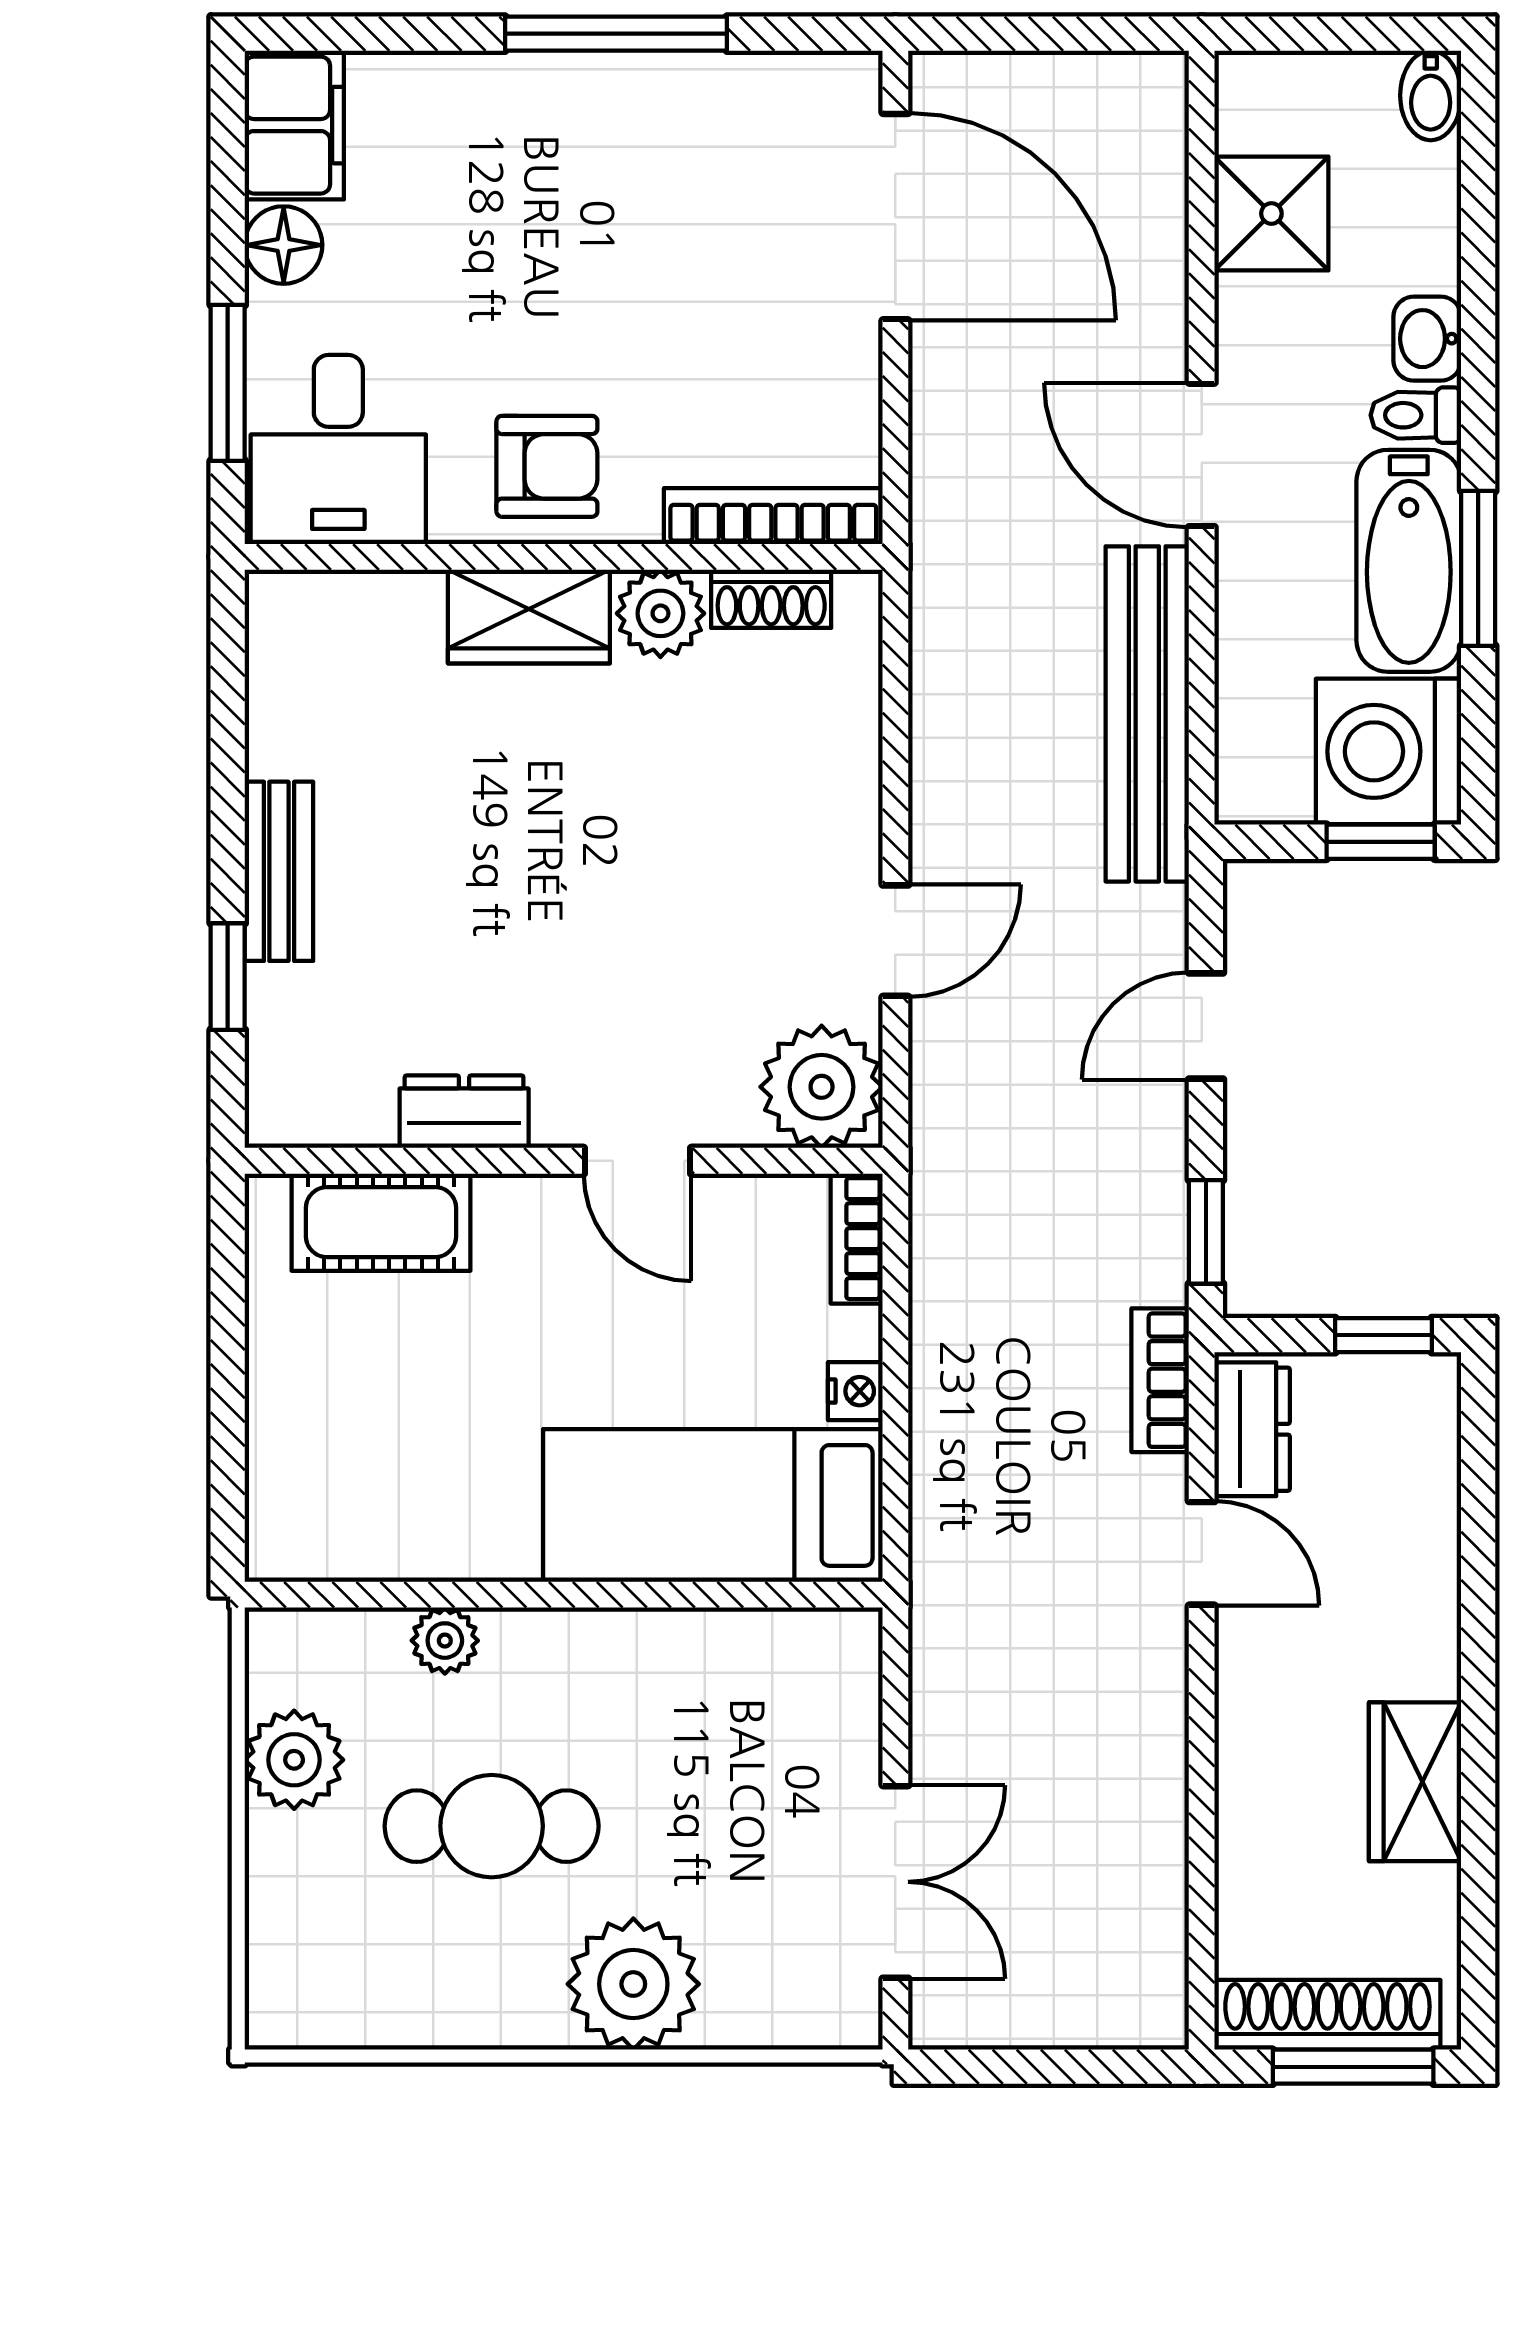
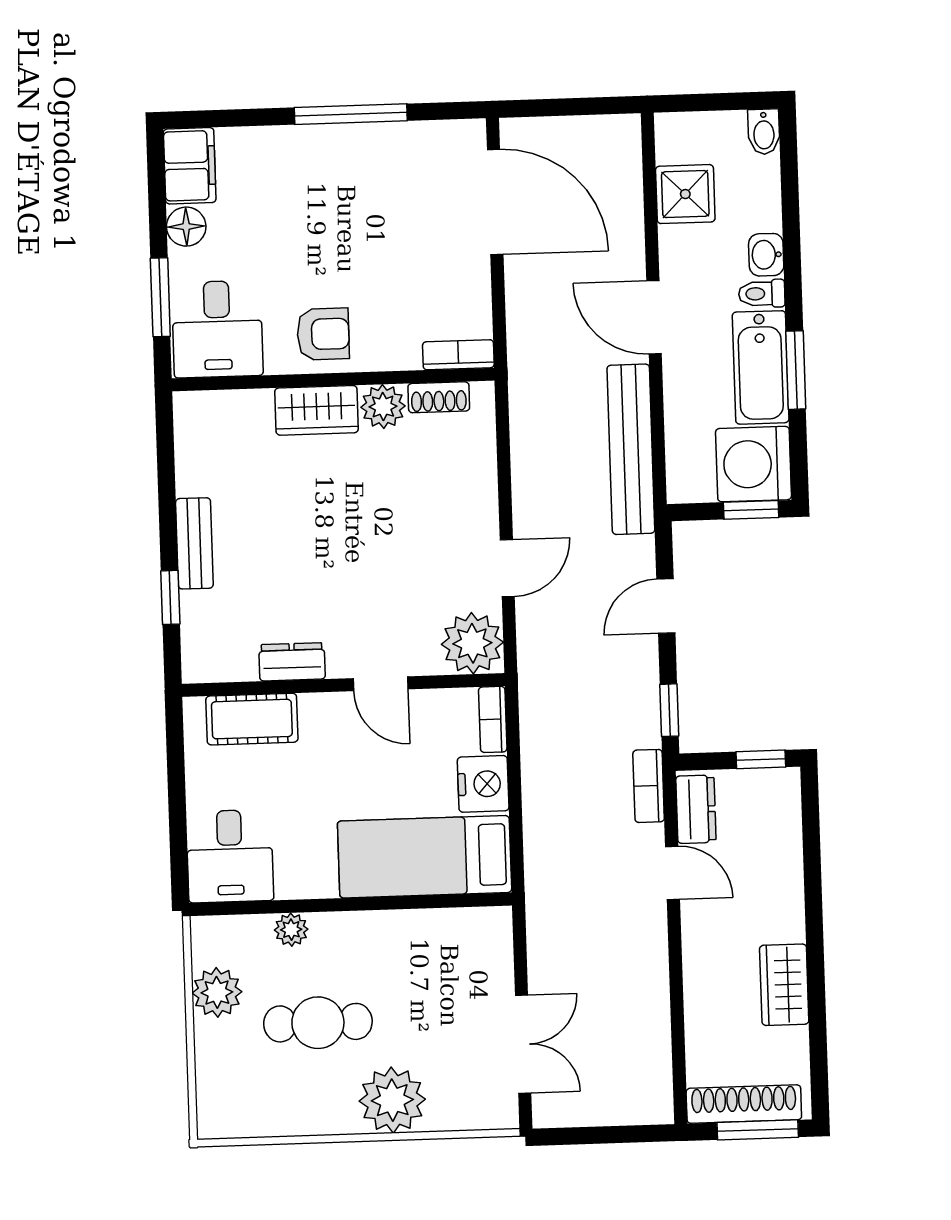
bookcase: (773, 516) -> (458, 355), width x0.64
nightstand: (855, 1391) -> (483, 784), width x1.89, depth x1.79
desk: (329, 1491) -> (230, 856), added

